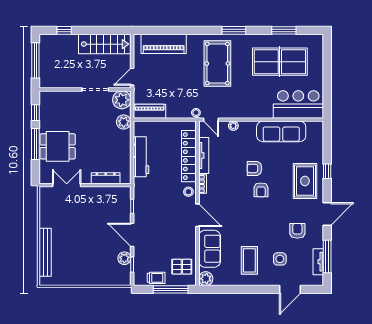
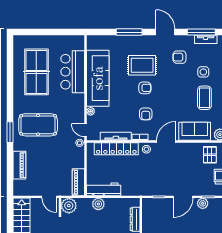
window: (234, 30) -> (10, 132), moved
window: (284, 30) -> (10, 69), removed
piano: (164, 44) -> (19, 165), width x0.73, depth x0.75
bar counter: (298, 105) -> (73, 72), moved
door: (211, 120) -> (86, 130), swing flipped
plant: (124, 122) -> (98, 204), moved
sofa: (281, 131) -> (98, 78), width x1.36, depth x1.27
workbench: (141, 157) -> (104, 189), moved
armchair: (254, 168) -> (146, 114), moved
window: (327, 171) -> (129, 32), width x2.17
rug: (305, 181) -> (142, 65), moved
coffee table: (249, 260) -> (204, 98), turned 90

